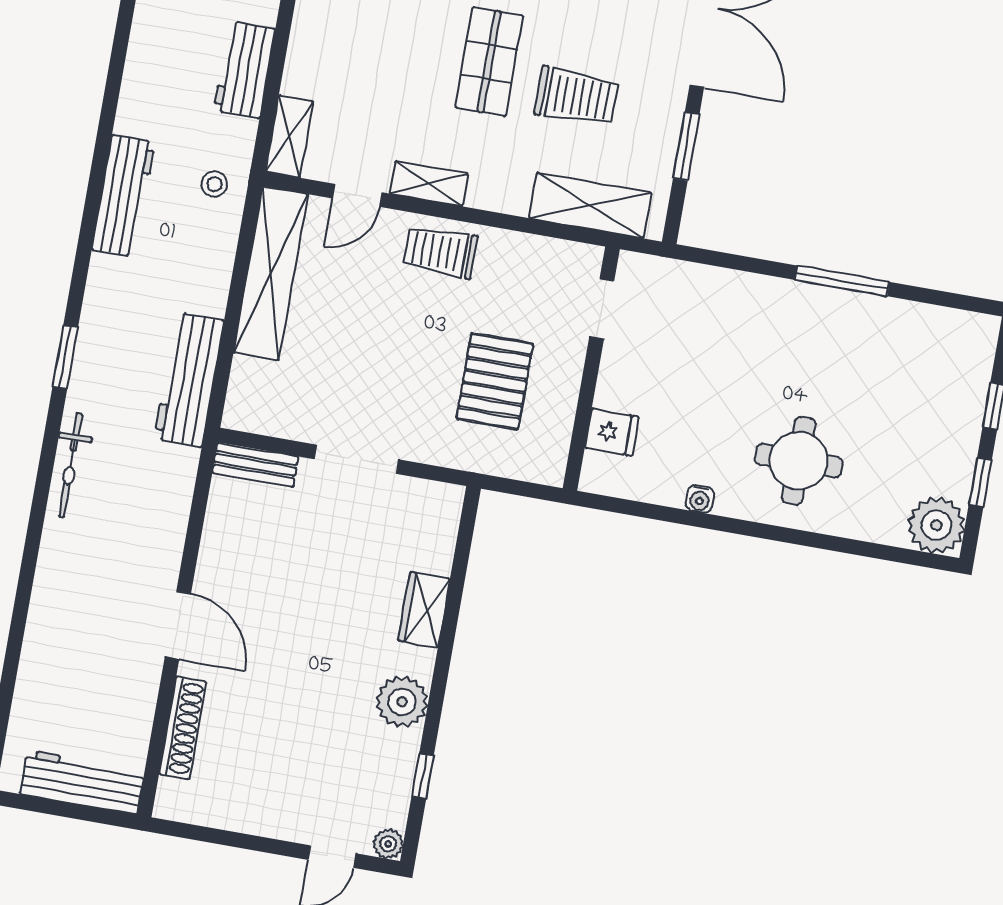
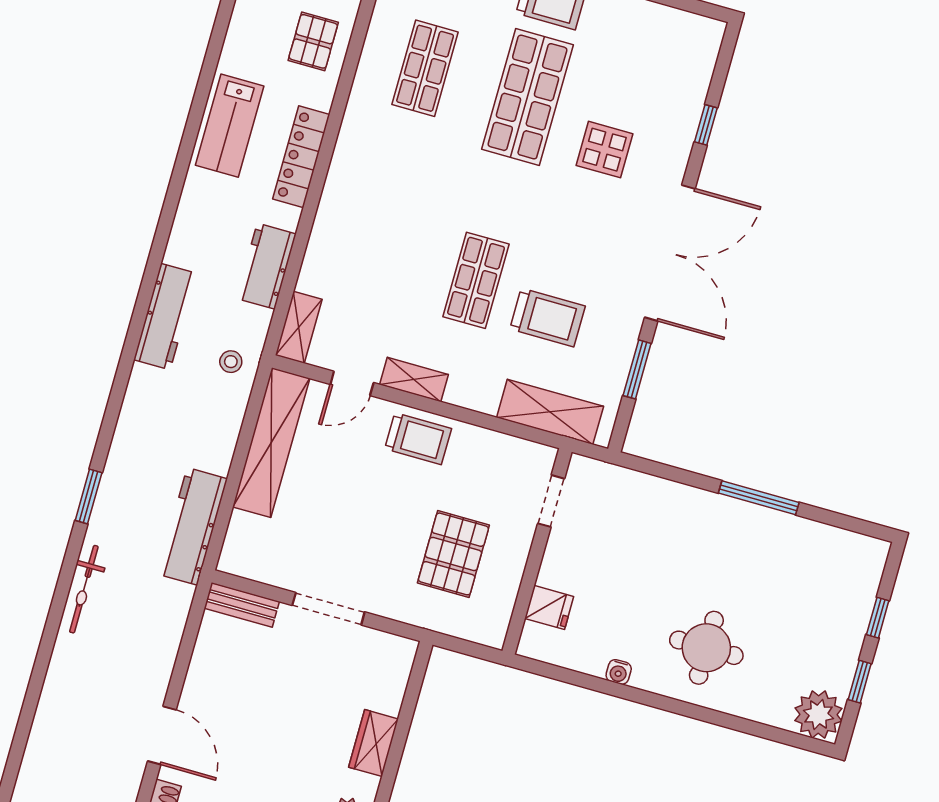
workbench: (123, 196) -> (165, 317), moved
trolley: (440, 252) -> (418, 439), turned 180

